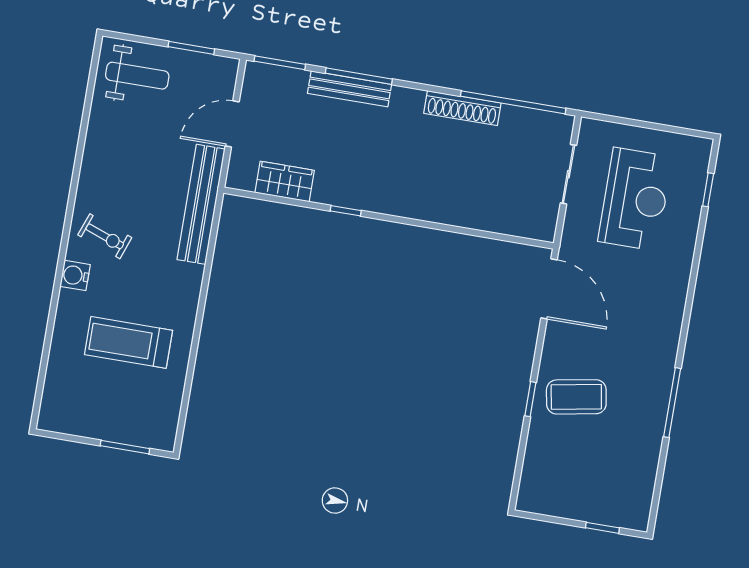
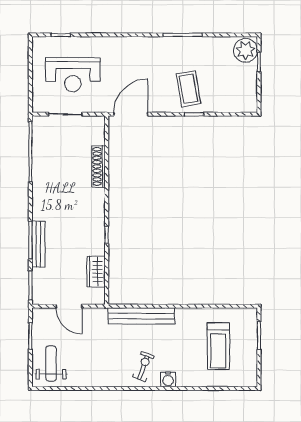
shoe rack: (462, 108) -> (99, 167), moved, turned 180
reception desk: (635, 199) -> (73, 75), turned 180
bench: (201, 204) -> (141, 316), moved
treadmill: (129, 342) -> (218, 346), moved
plant: (627, 508) -> (245, 50), added

